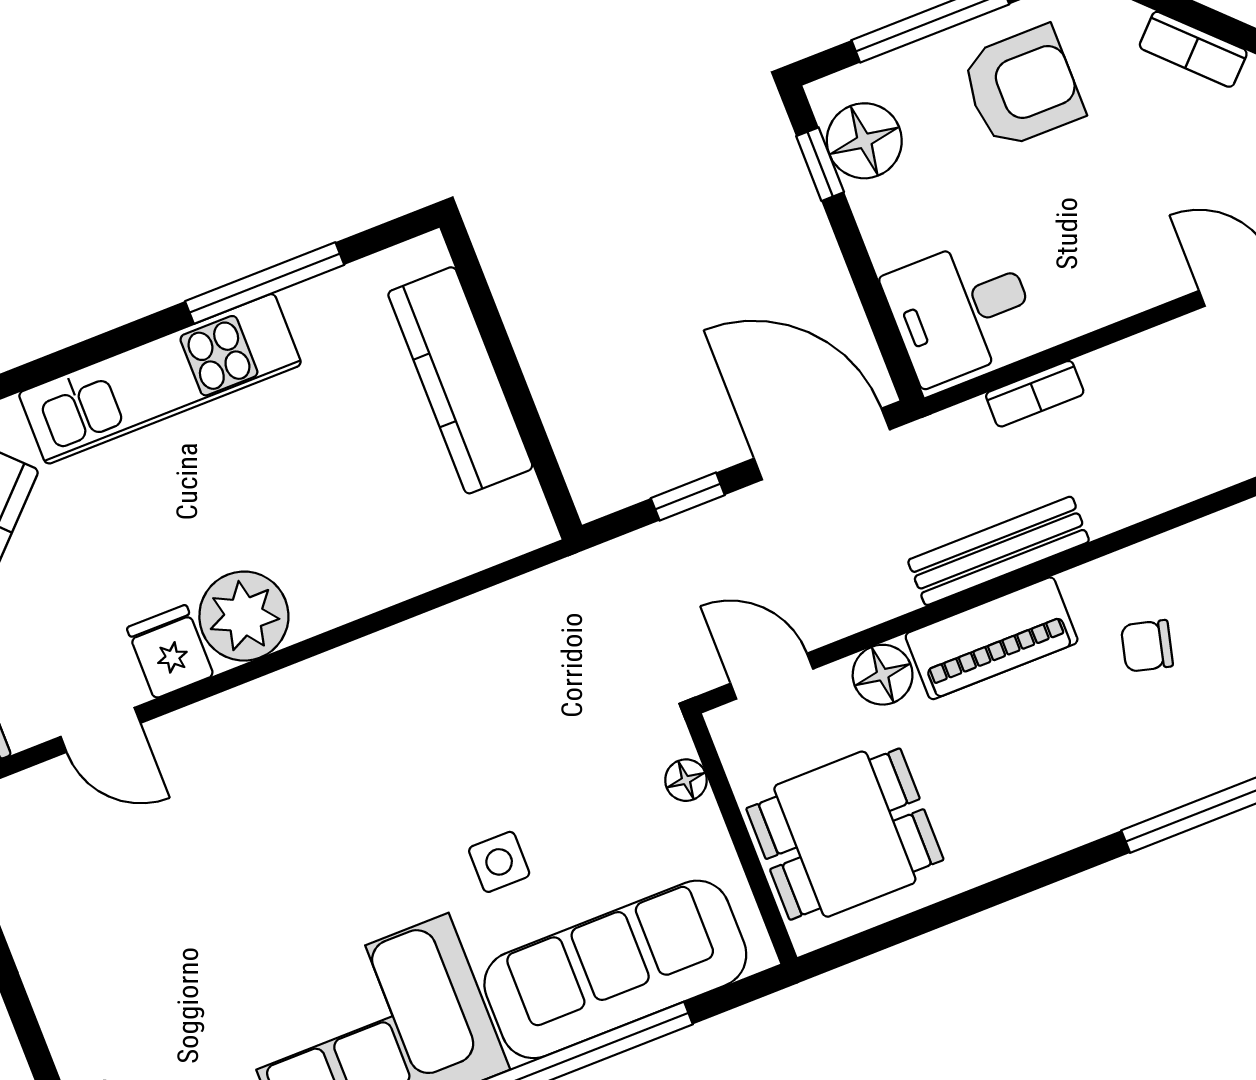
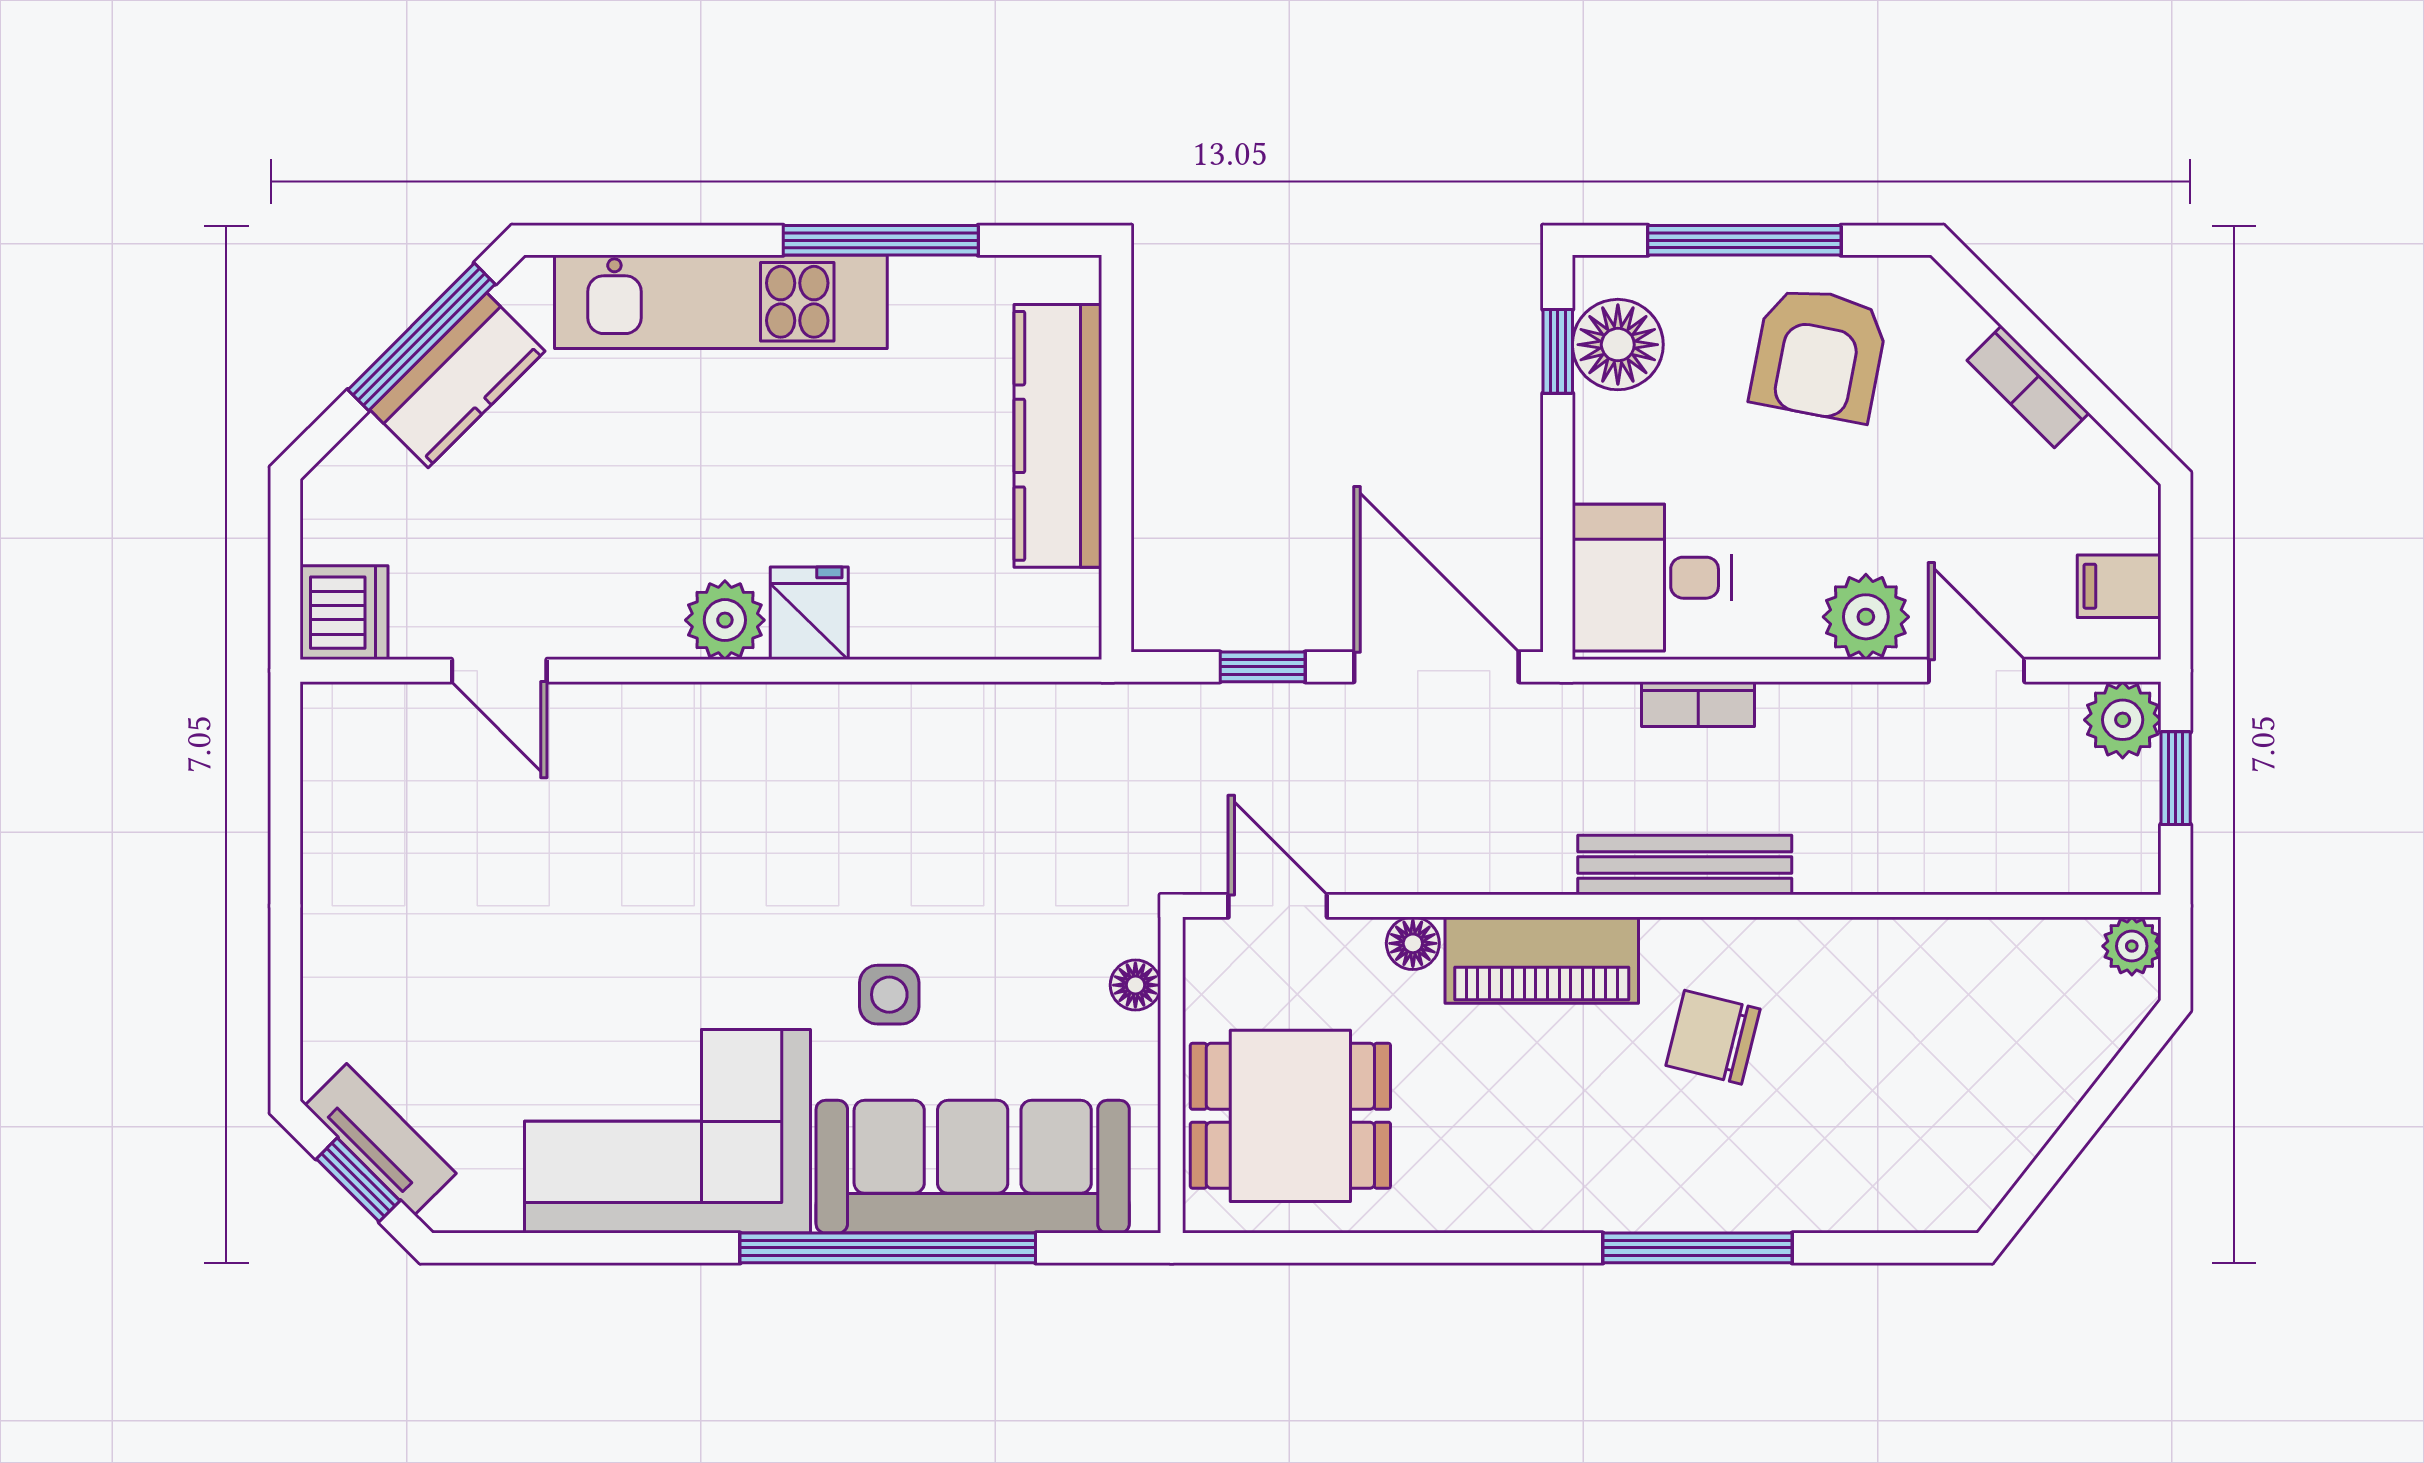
armchair: (1022, 87) -> (1819, 354), turned 101
plant: (1138, 276) -> (1866, 617), added
bench: (999, 551) -> (1685, 865), moved
plant: (244, 616) -> (725, 620), width x0.73, depth x0.73
chair: (1147, 646) -> (1713, 1037), width x1.37, depth x1.37
fridge: (170, 652) -> (809, 613), moved
floor lamp: (883, 675) -> (1413, 943), width x0.73, depth x0.73

